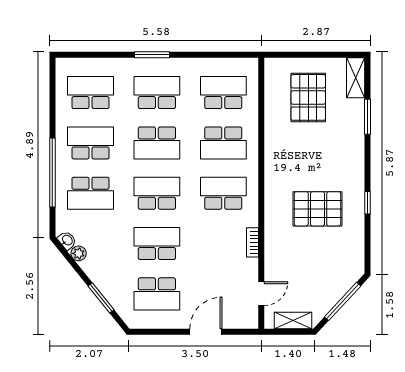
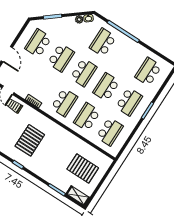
school desk: (90, 93) -> (148, 72), turned 180
school desk: (90, 143) -> (126, 57), removed
trolley: (279, 268) -> (14, 106), added

